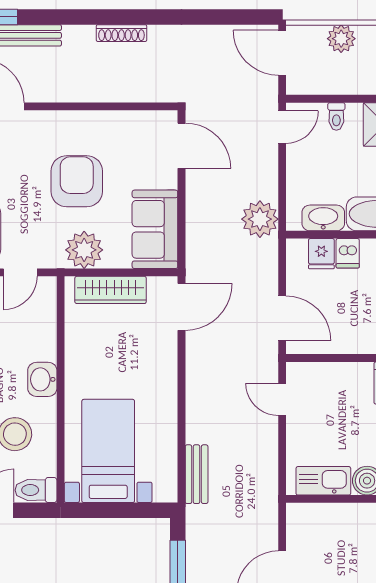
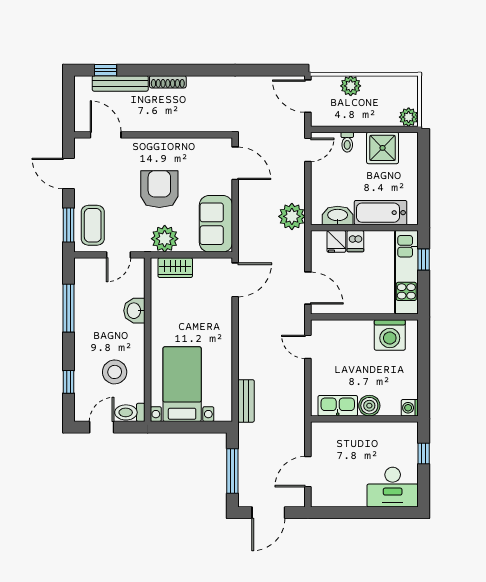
shoe rack: (121, 33) -> (168, 82), moved
wardrobe: (111, 290) -> (175, 268), width x0.67
washbasin: (42, 379) -> (134, 311), moved

